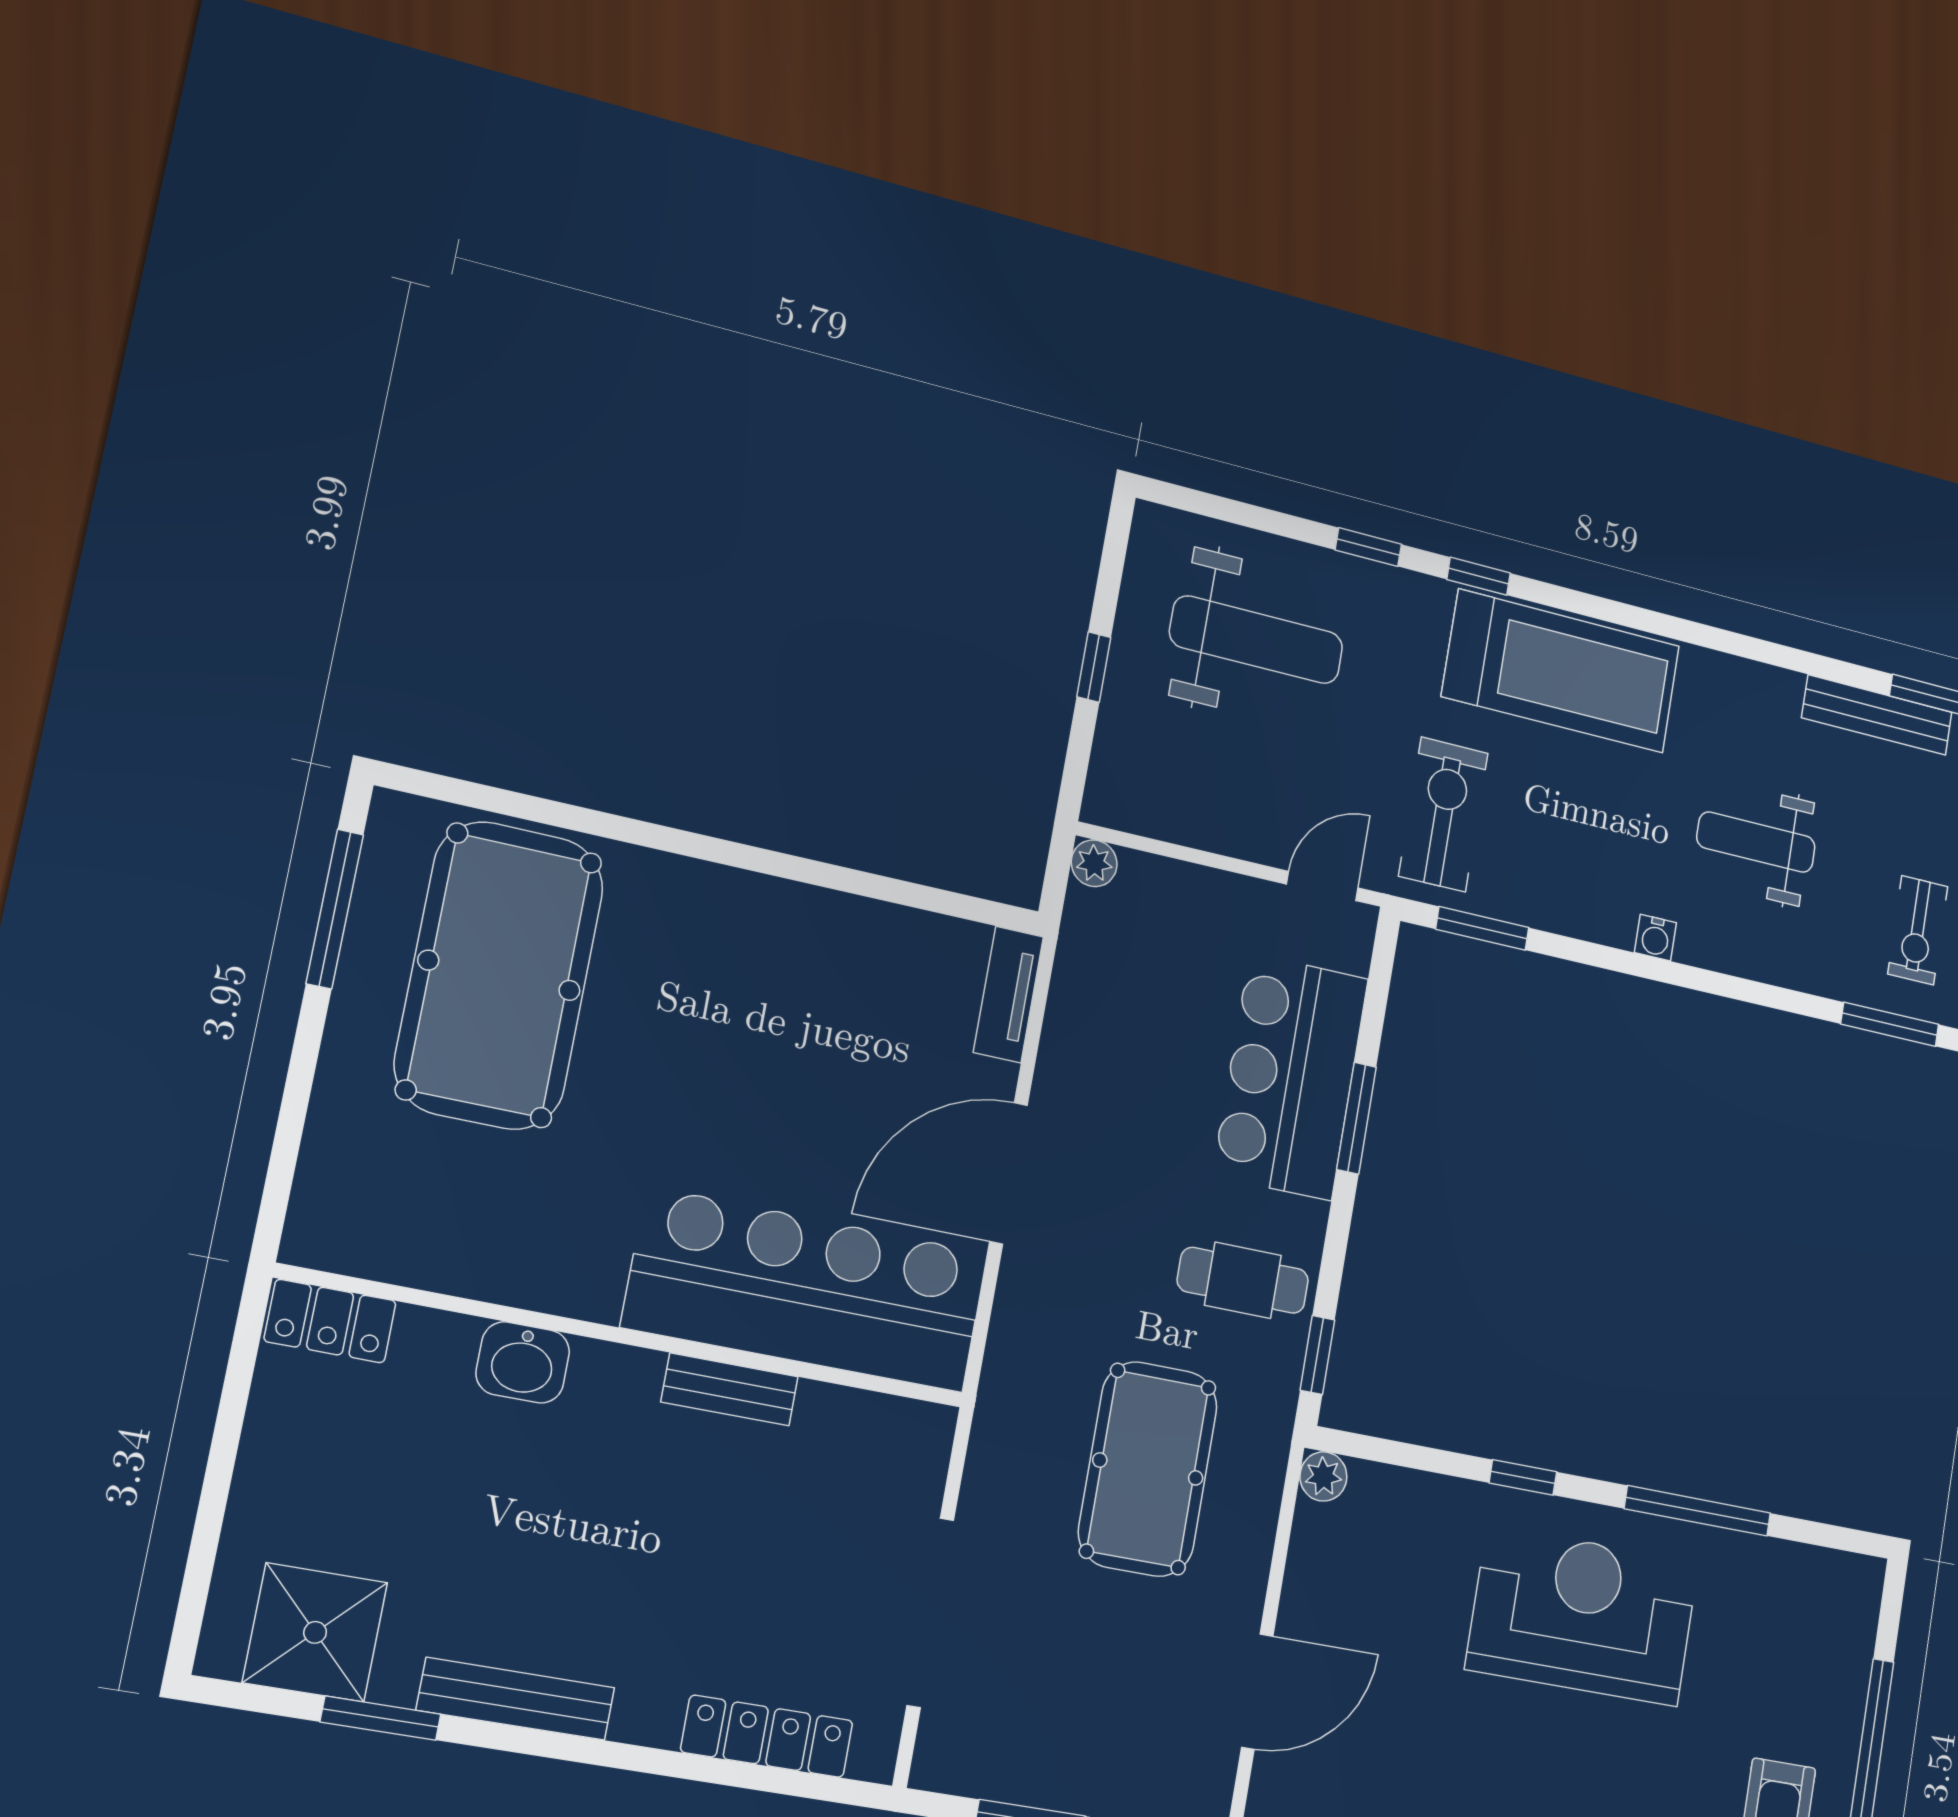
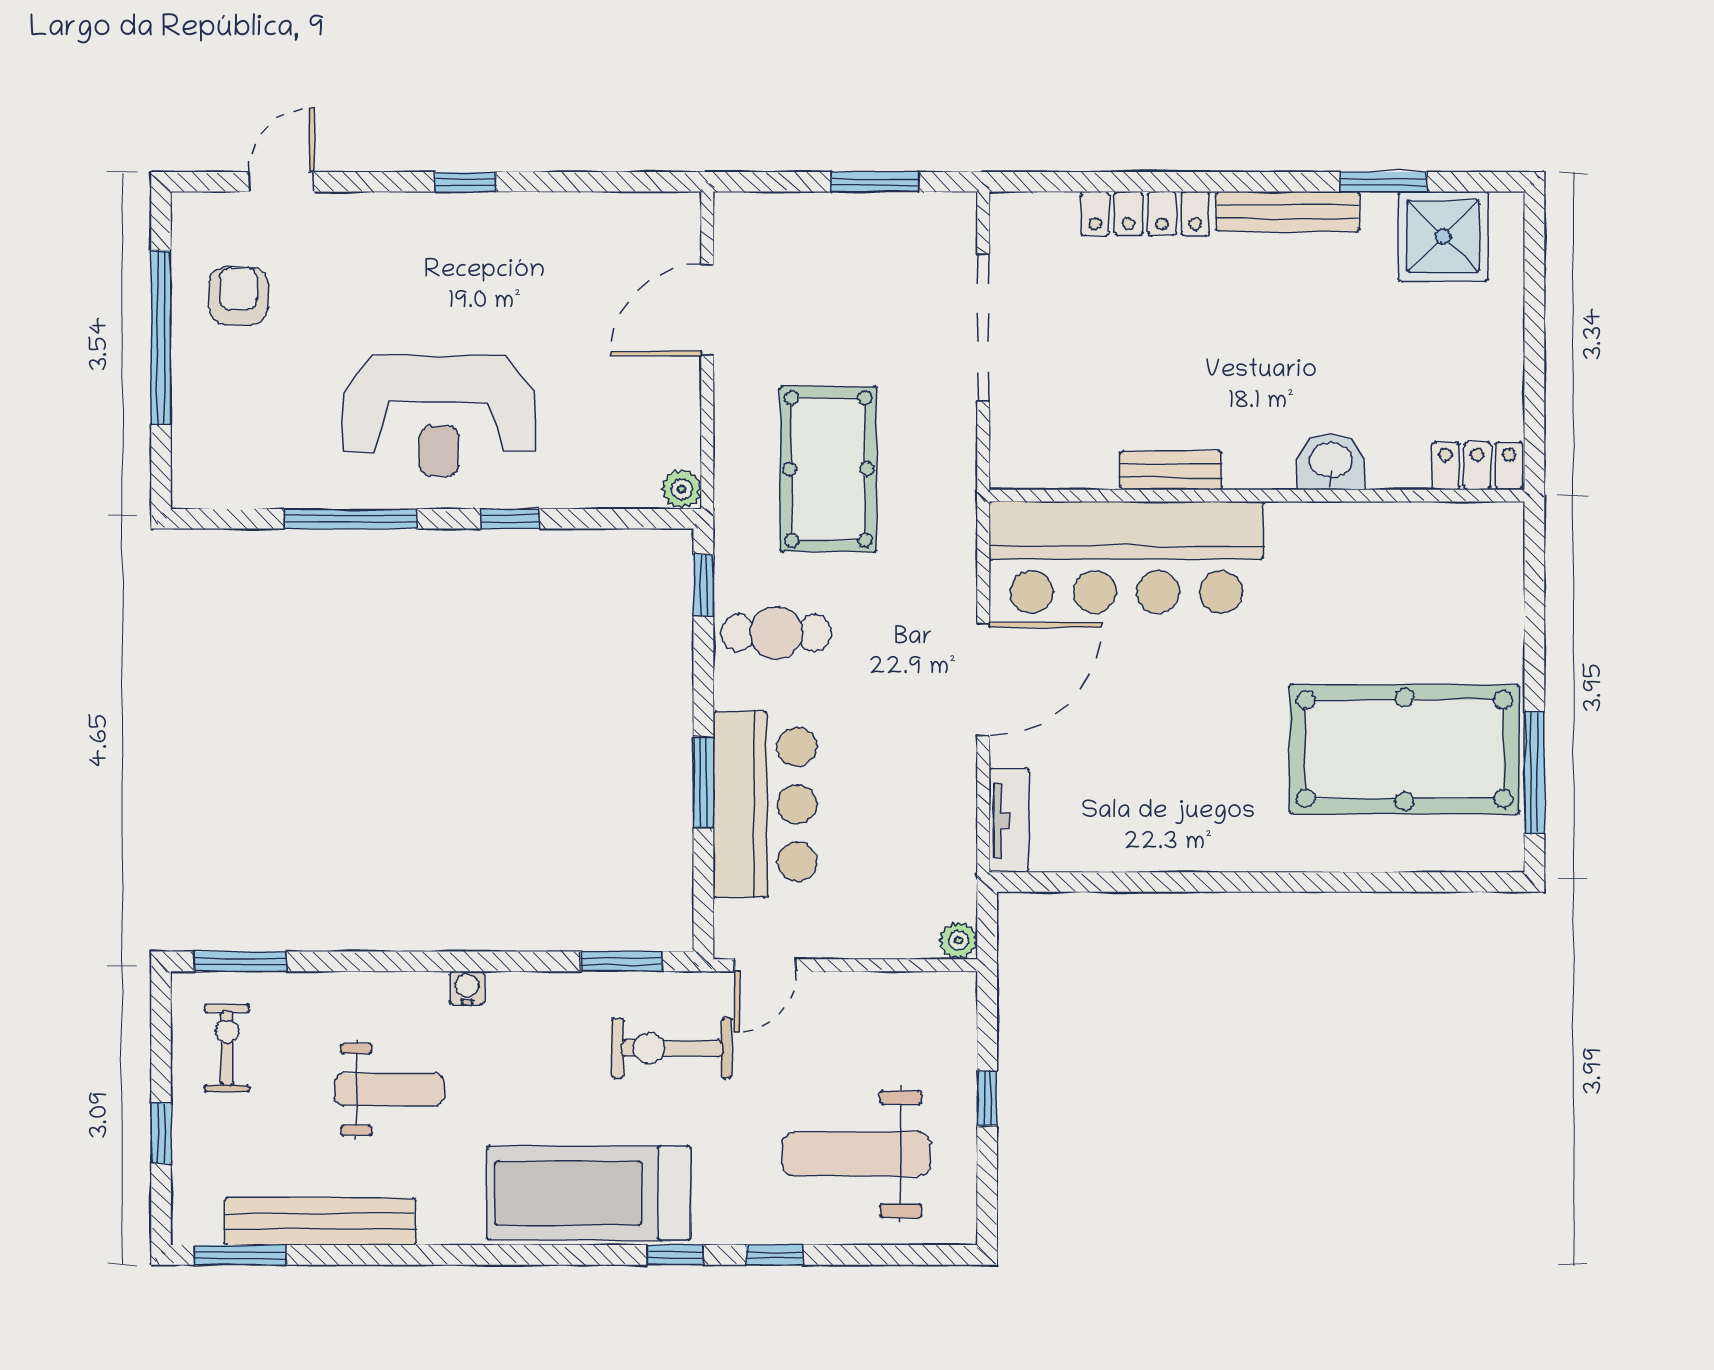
bench: (1877, 715) -> (320, 1221), width x1.37, depth x1.21
exercise bike: (1443, 814) -> (672, 1048), turned 90
pool table: (499, 975) -> (1404, 749), turned 90
locker: (767, 1736) -> (1145, 214), moved

